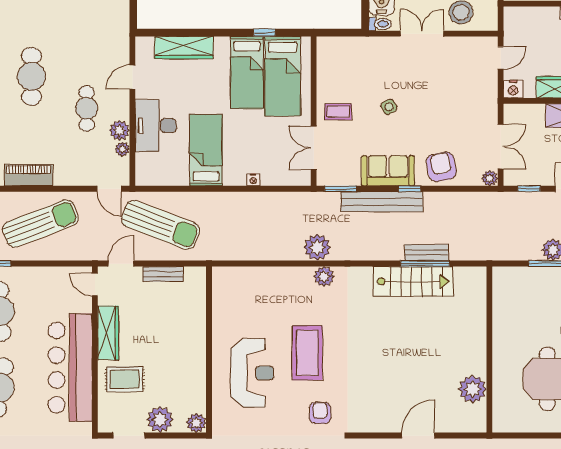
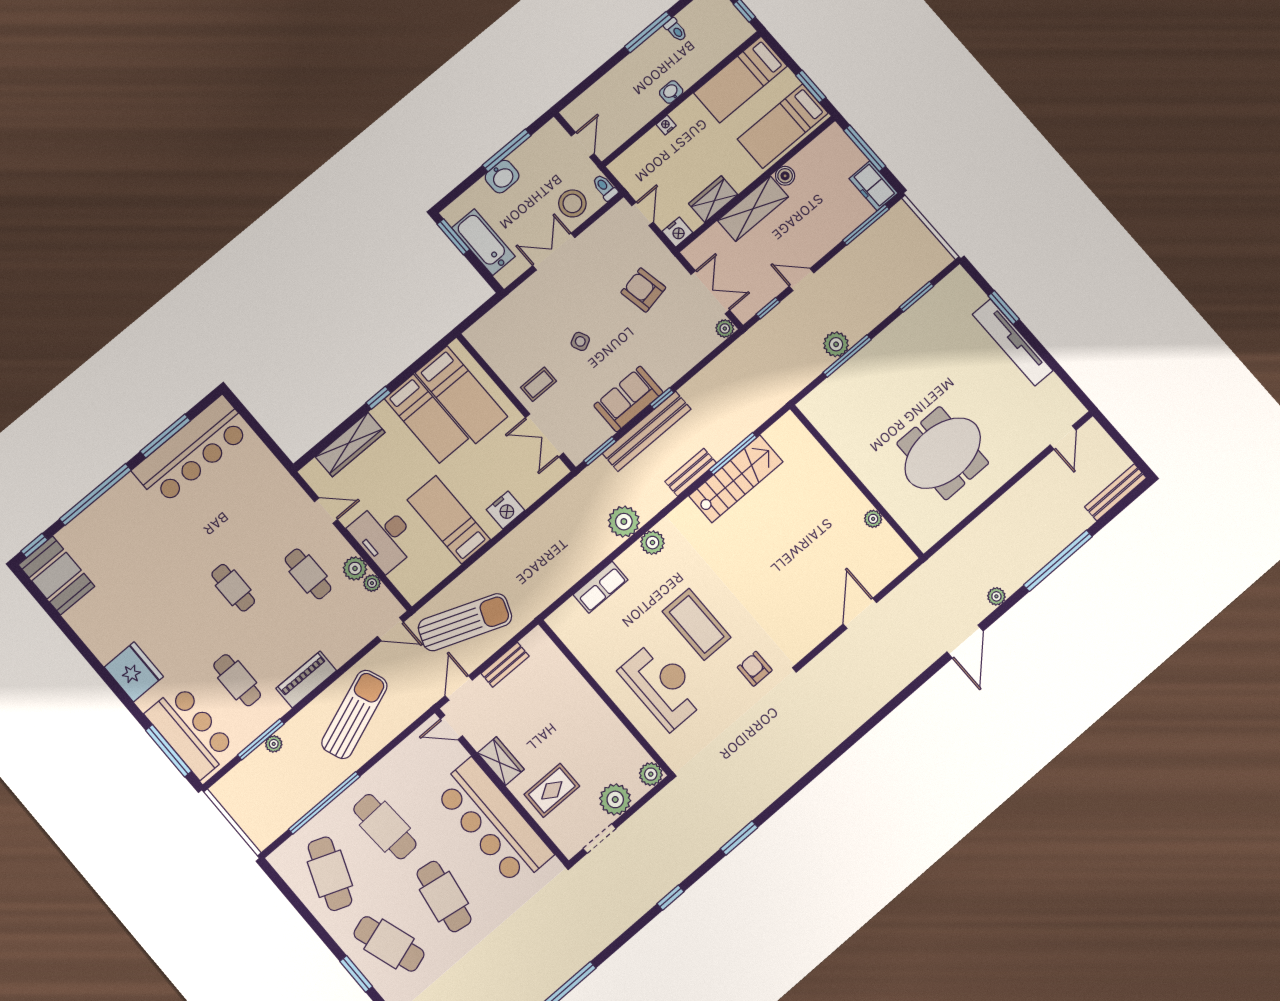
toilet: (380, 24) -> (605, 187), moved, turned -90
window: (264, 33) -> (378, 398), moved
cafe table: (31, 76) -> (233, 588), width x0.73, depth x0.74
door: (132, 77) -> (326, 511), swing flipped
armchair: (441, 167) -> (643, 290), moved
nightstand: (253, 180) -> (505, 510), width x1.89, depth x1.79
bench: (427, 252) -> (691, 472), moved
row of seats: (266, 277) -> (601, 587), added
wardrobe: (108, 333) -> (501, 761), width x0.67
plant: (473, 389) -> (873, 519), width x0.53, depth x0.53

